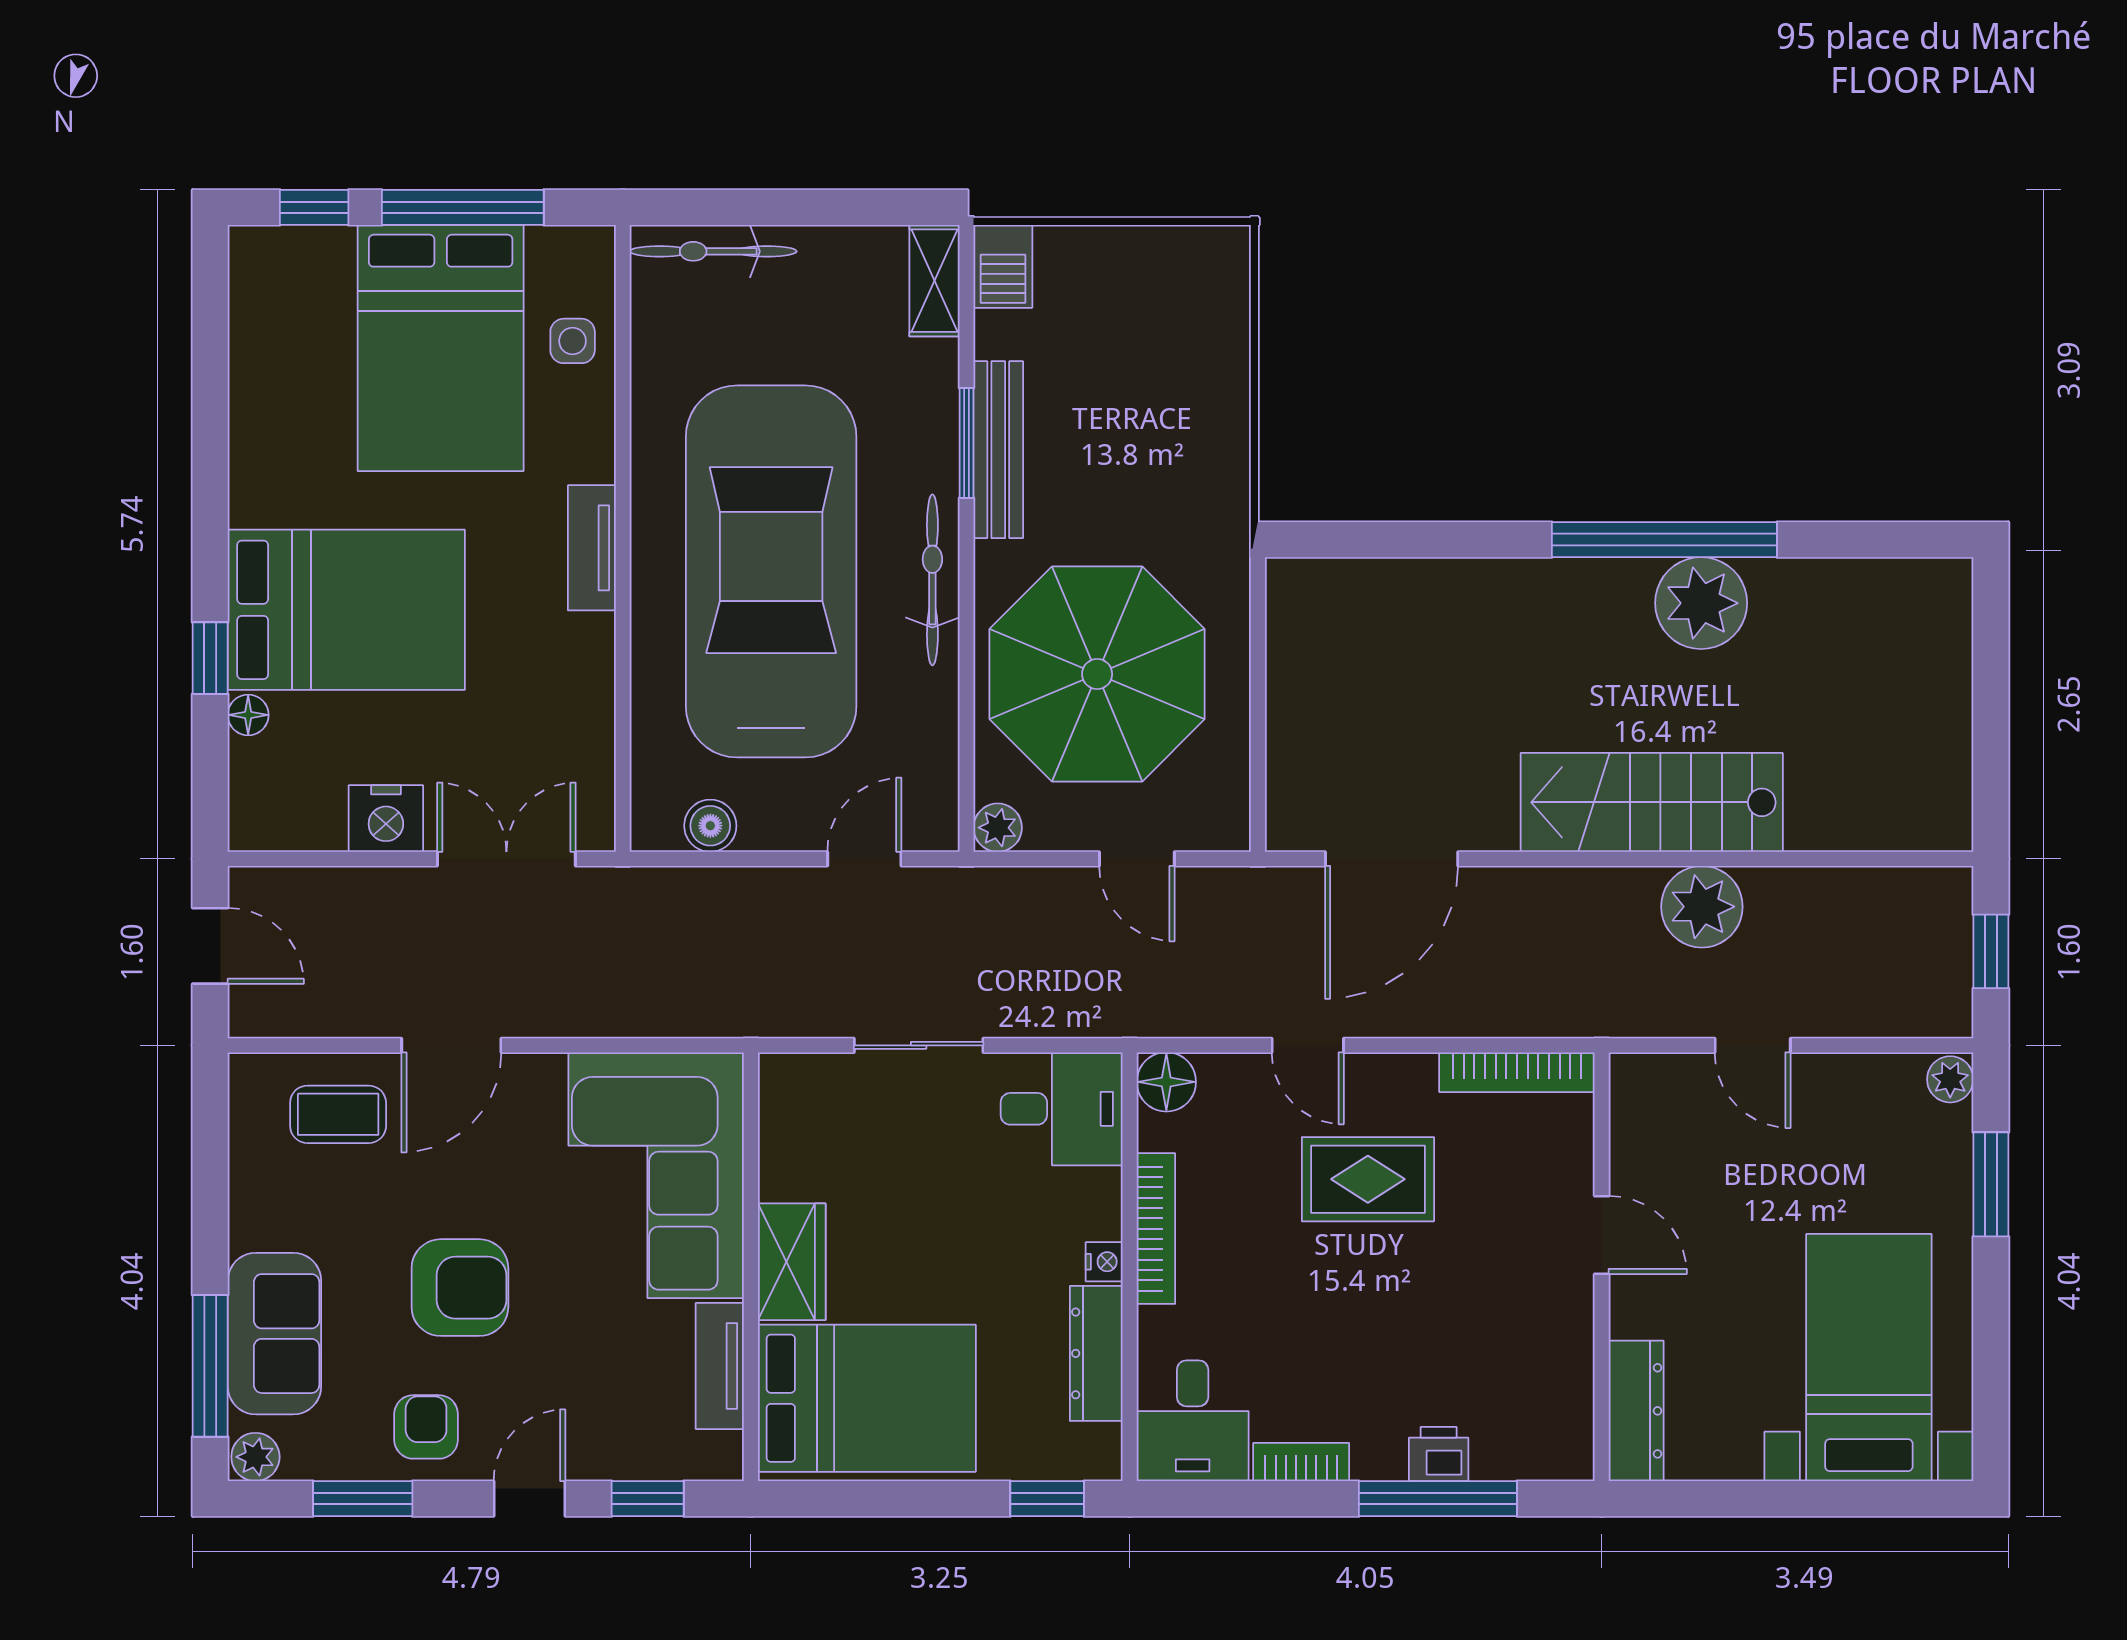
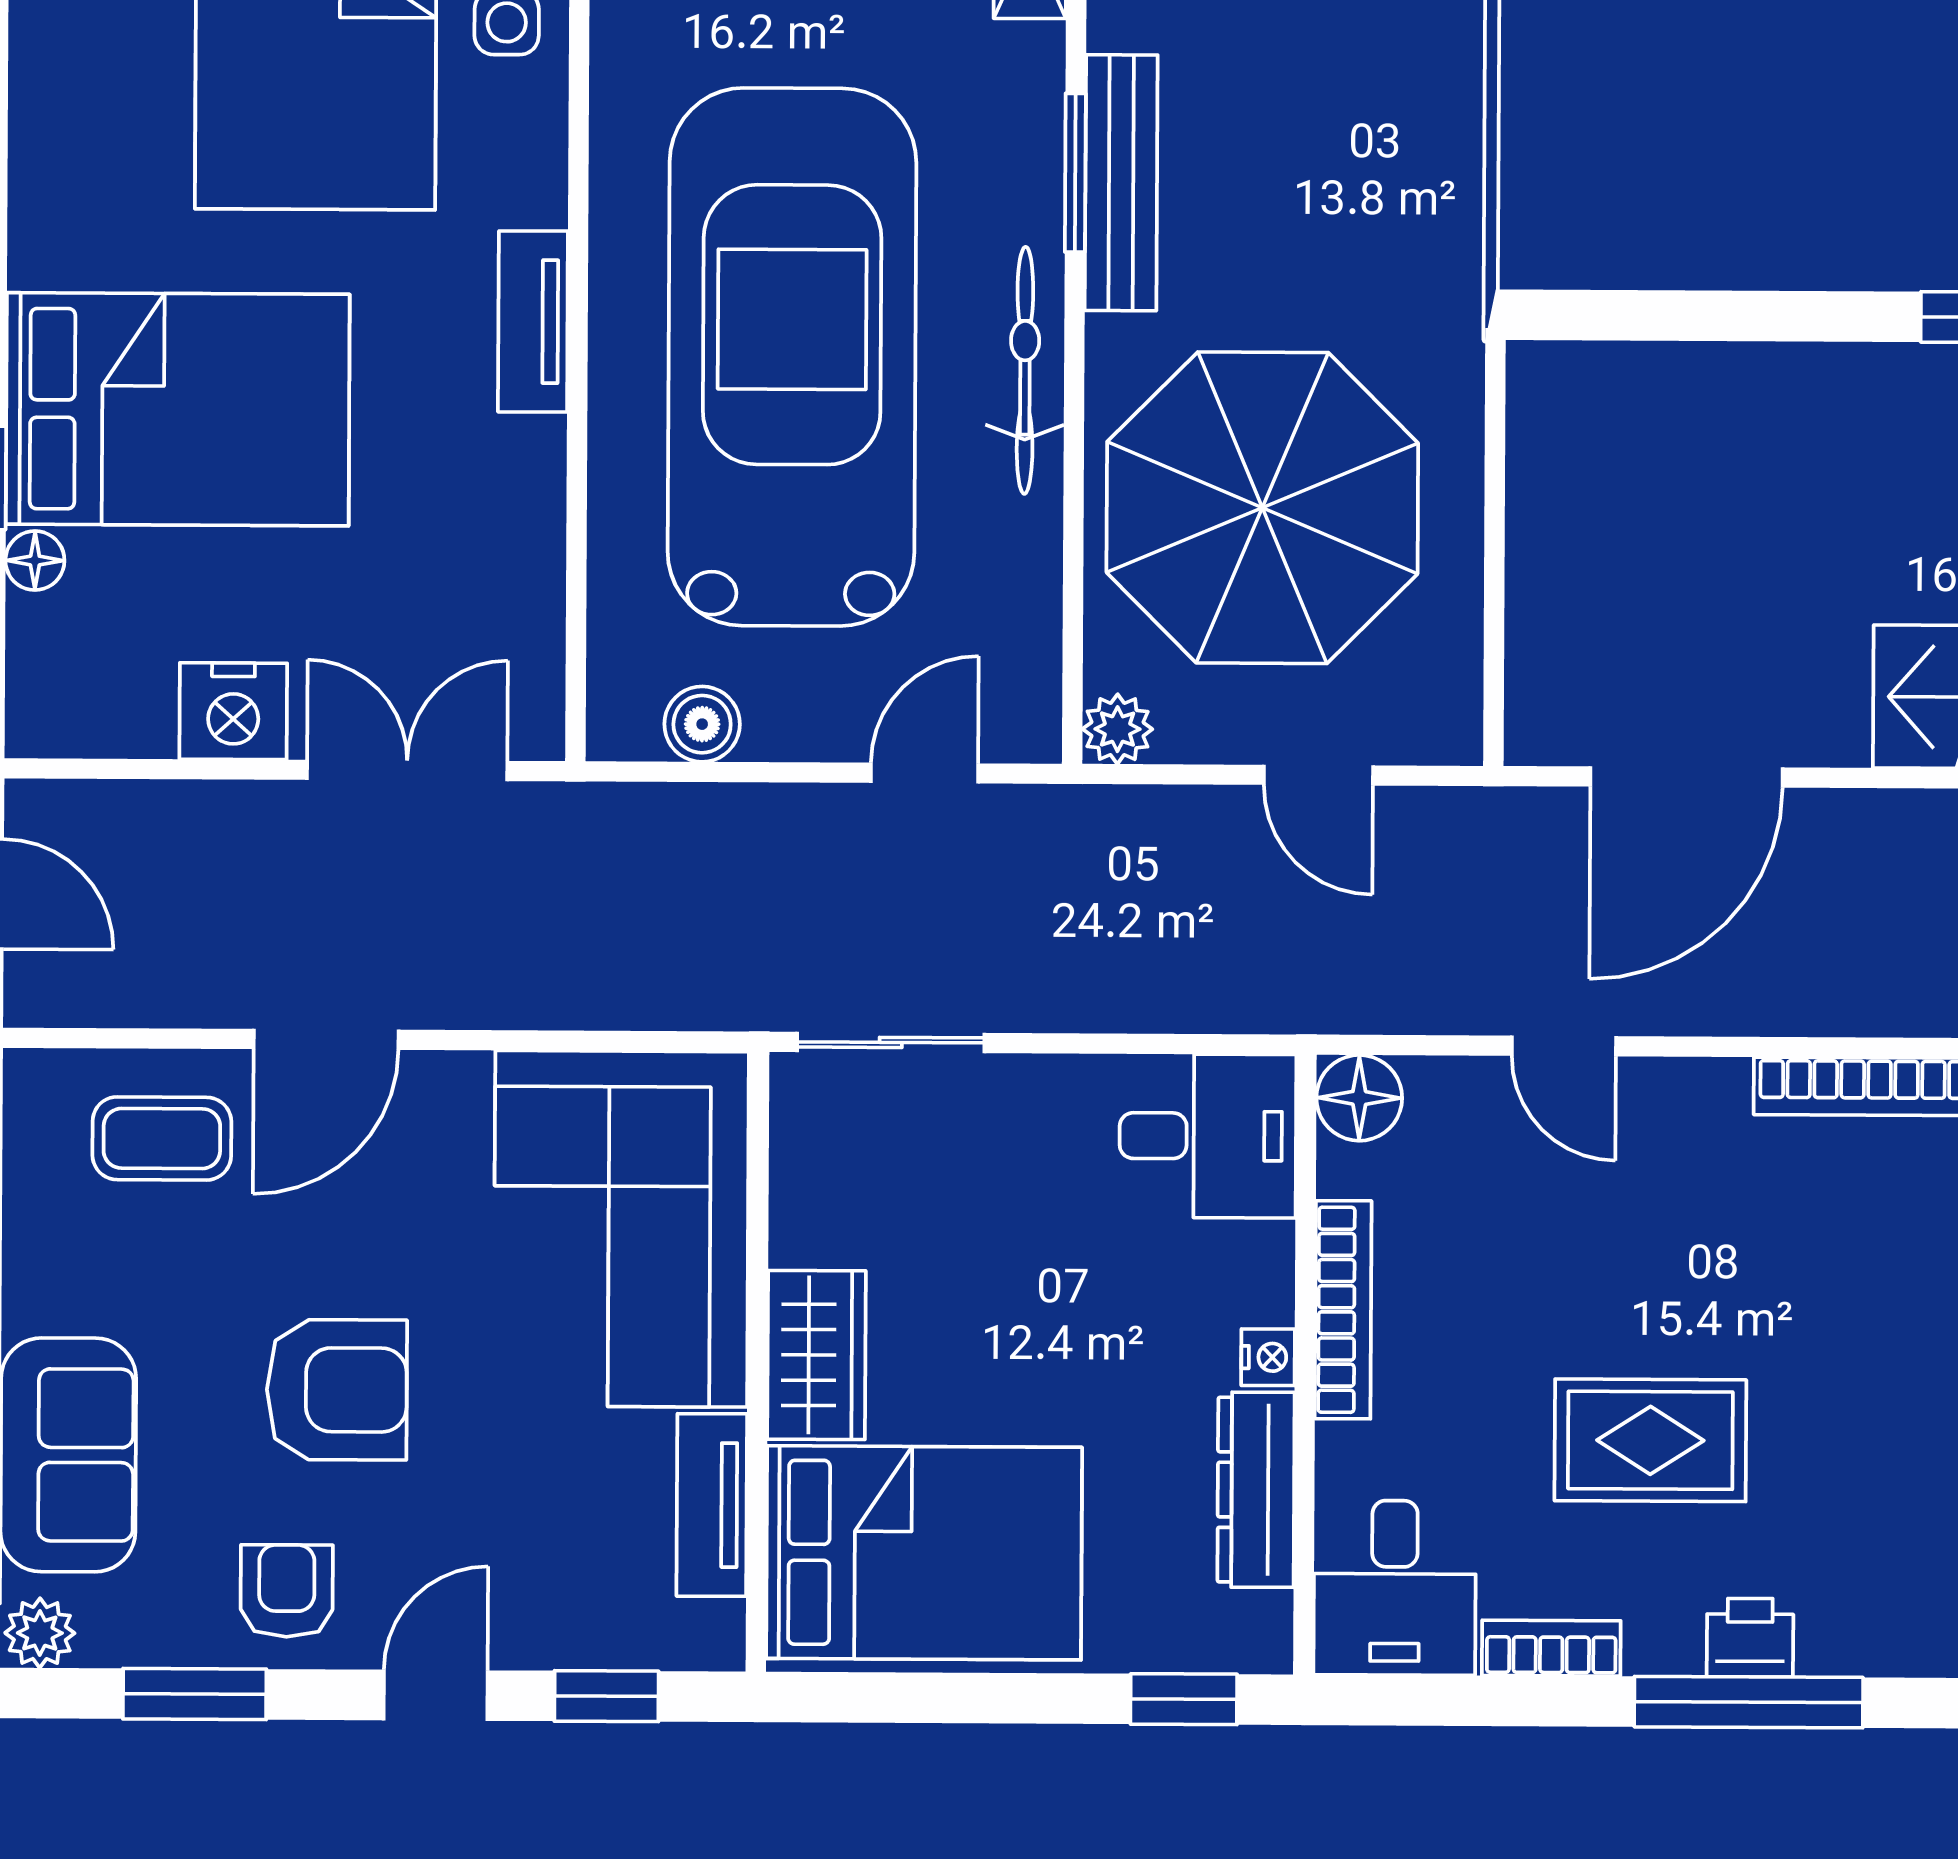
sliding door: (919, 1045) -> (891, 1042), moved
rug: (1368, 1179) -> (1650, 1440), moved

